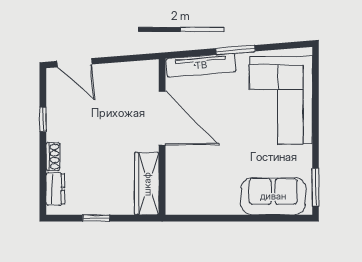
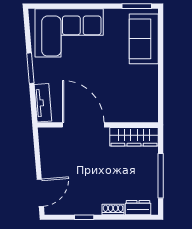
tv unit: (201, 65) -> (43, 103), width x0.71
door: (162, 118) -> (83, 125), hinge flipped
window: (96, 218) -> (161, 176), width x2.17

